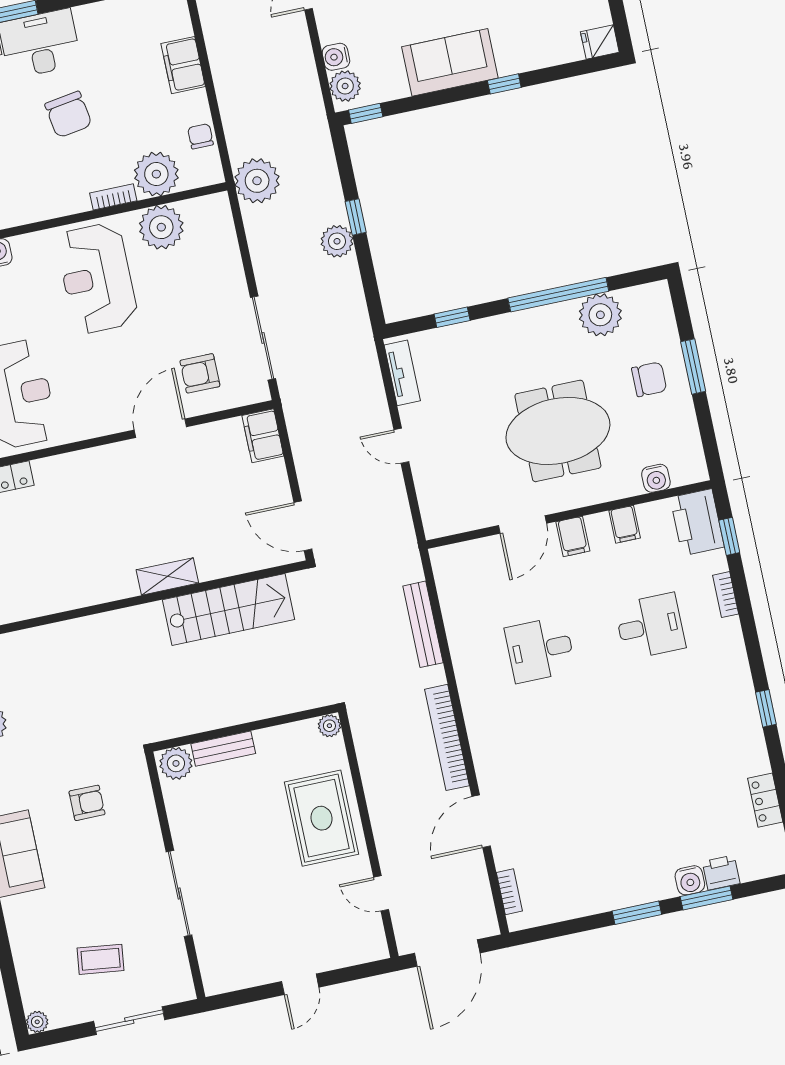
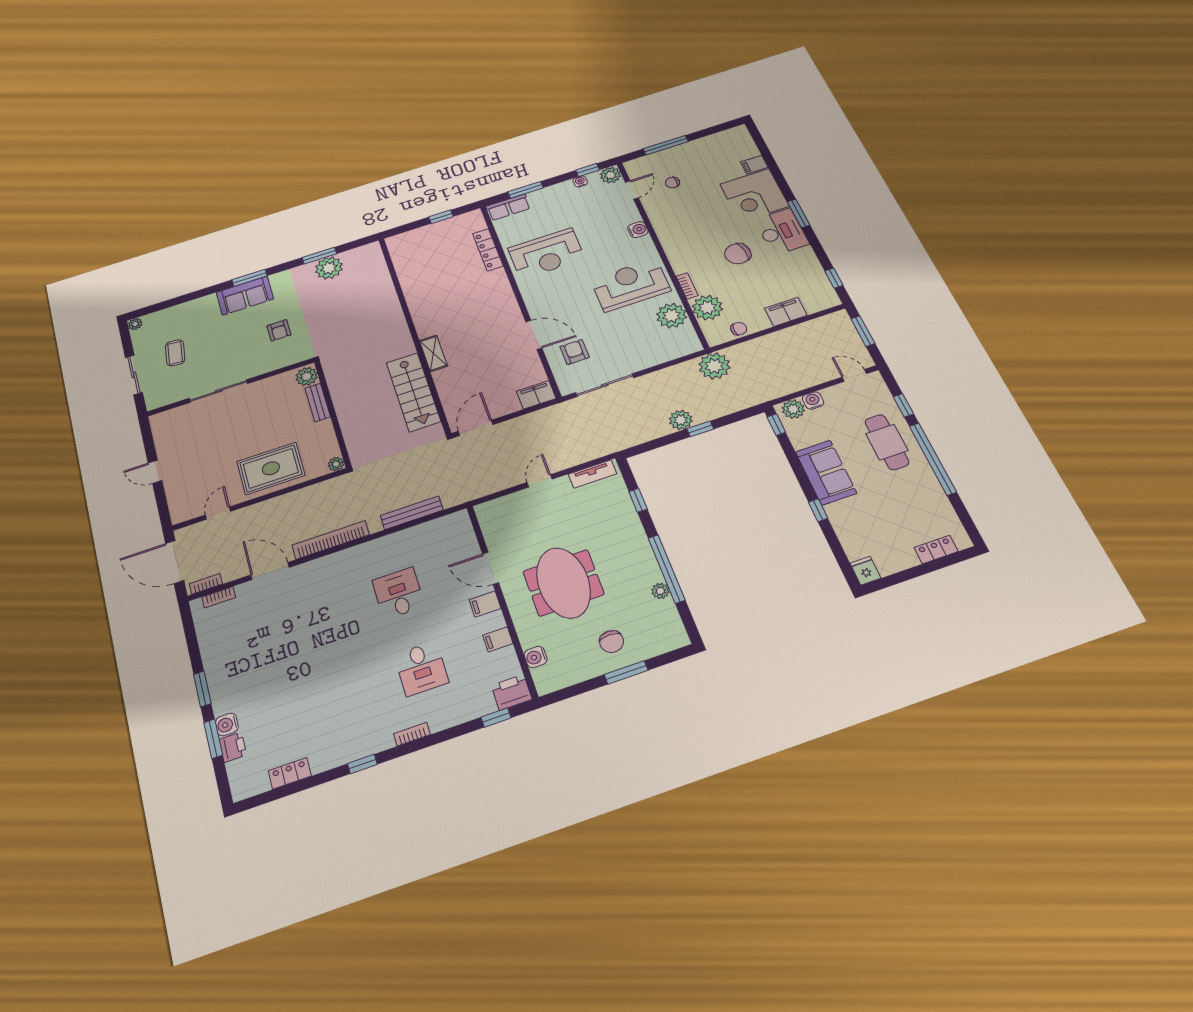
plant: (600, 315) -> (660, 591), width x0.53, depth x0.53
printer: (697, 522) -> (512, 692), width x0.73, depth x0.84
bookcase: (726, 595) -> (412, 734), moved
bookcase: (487, 909) -> (206, 584), added

